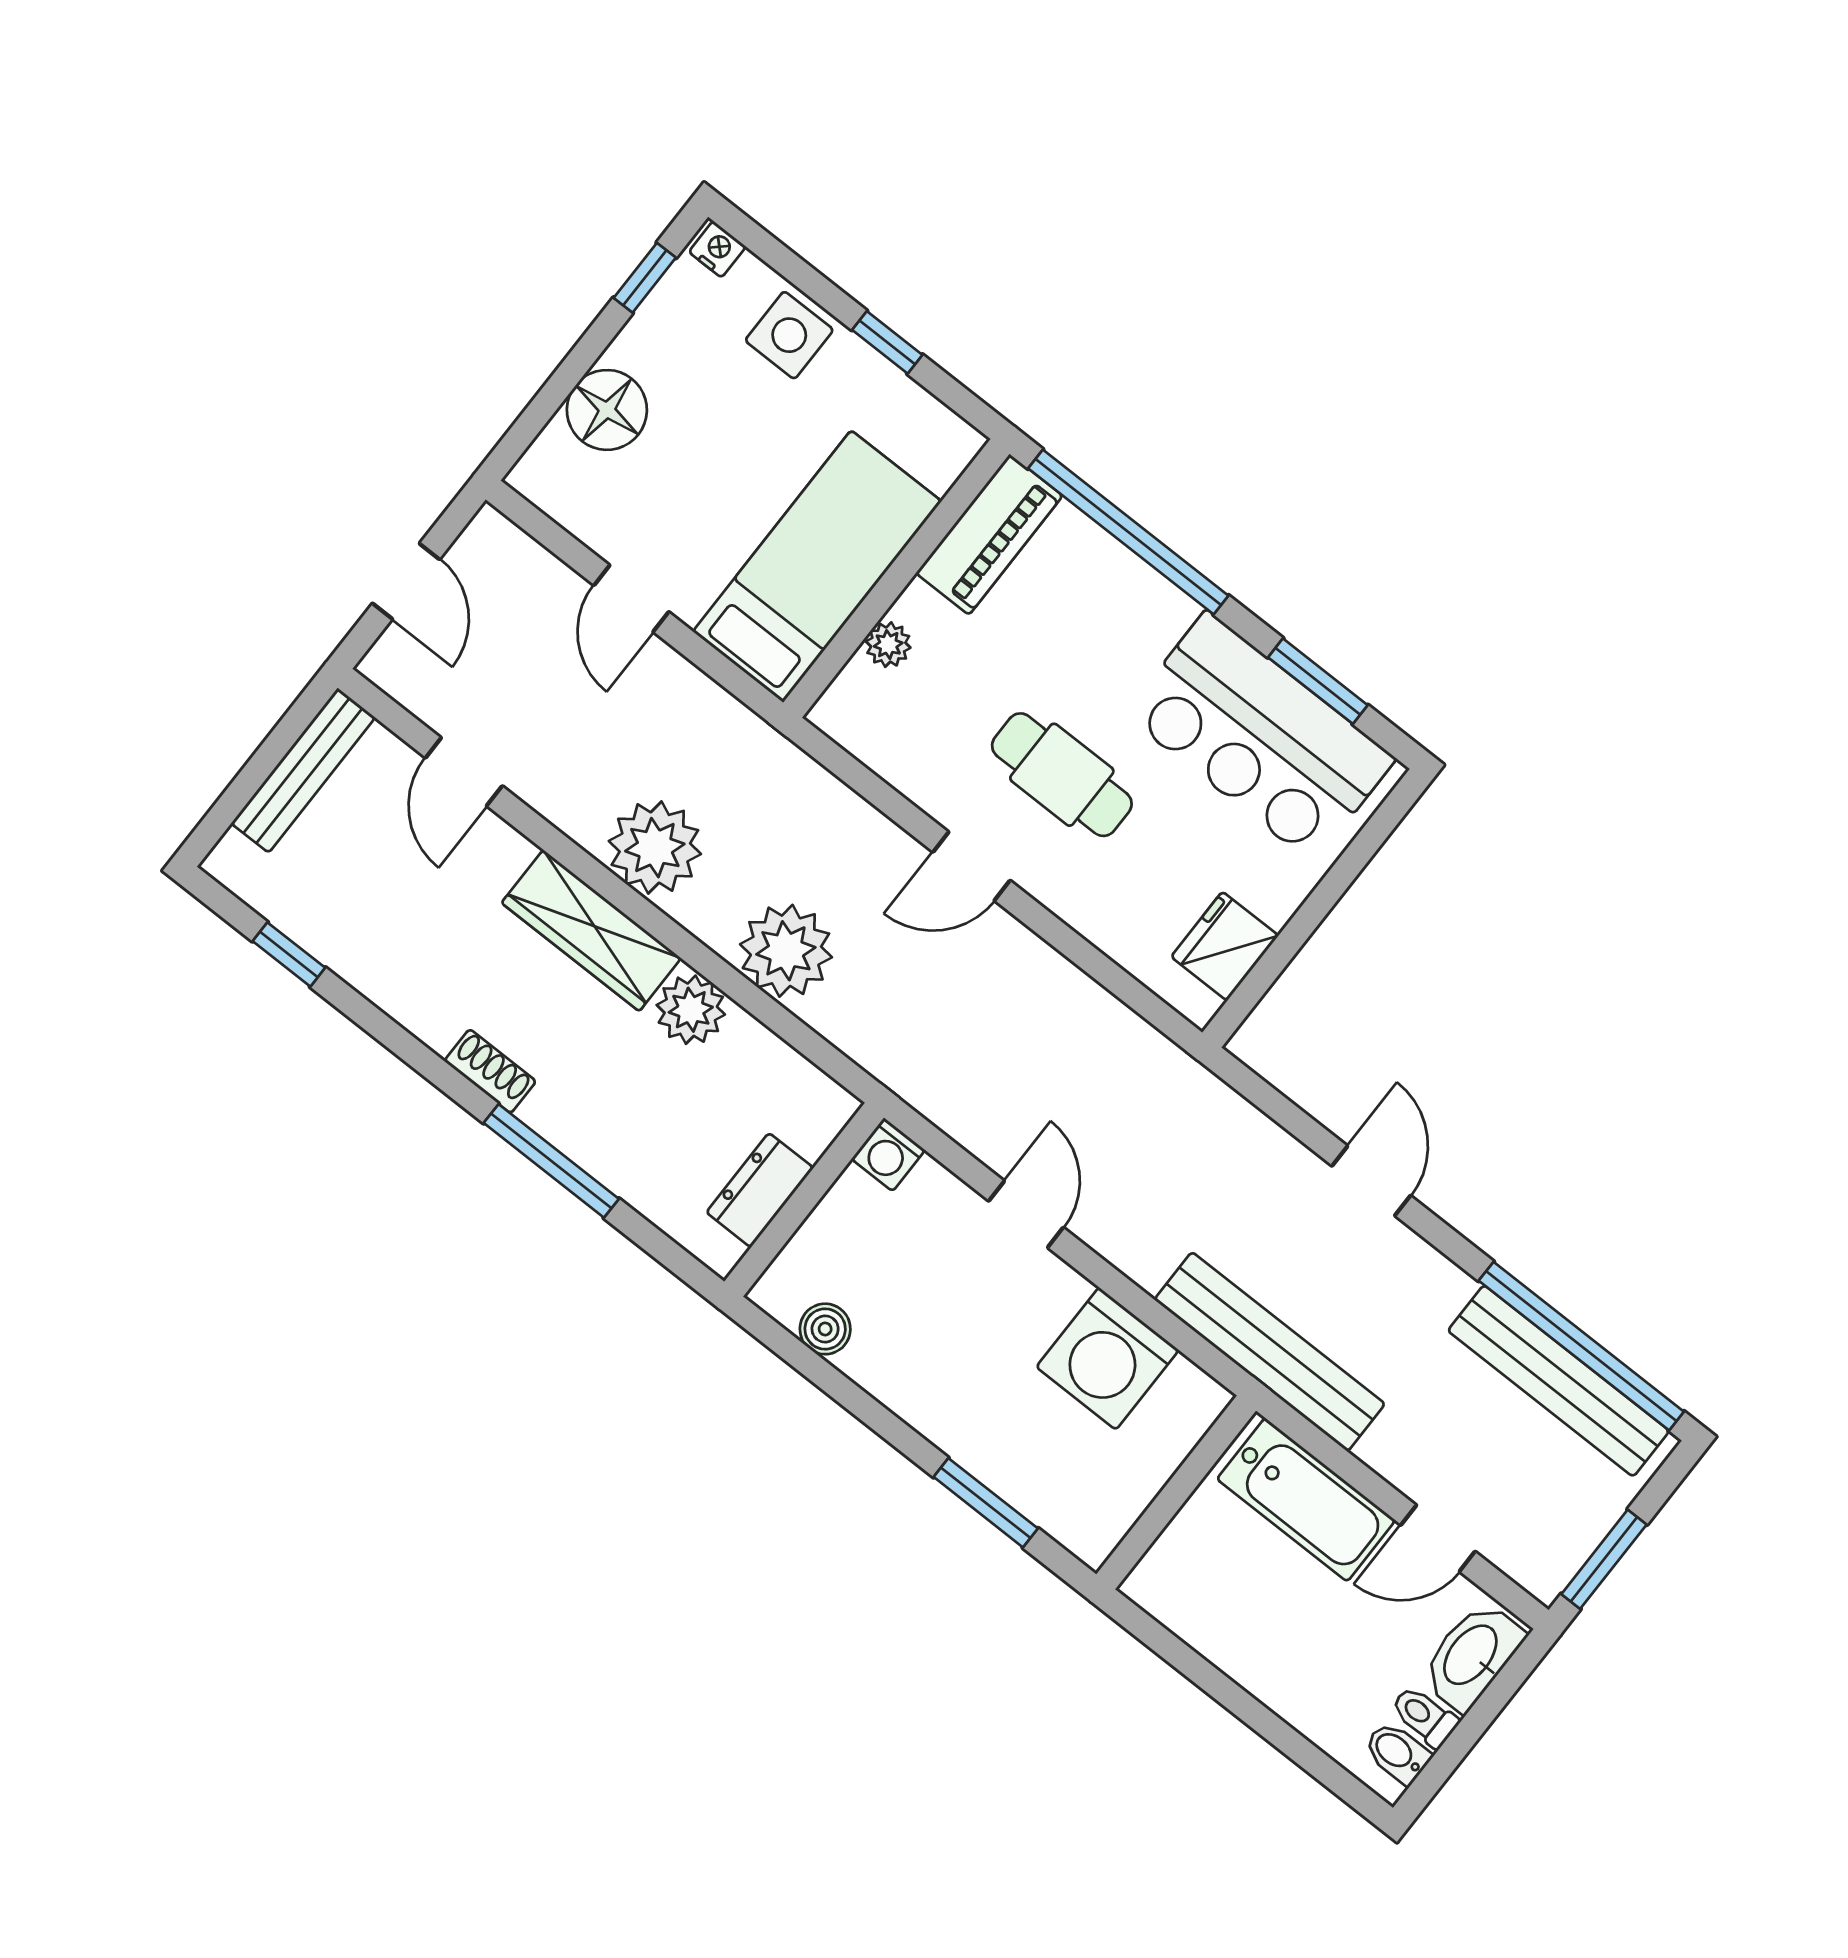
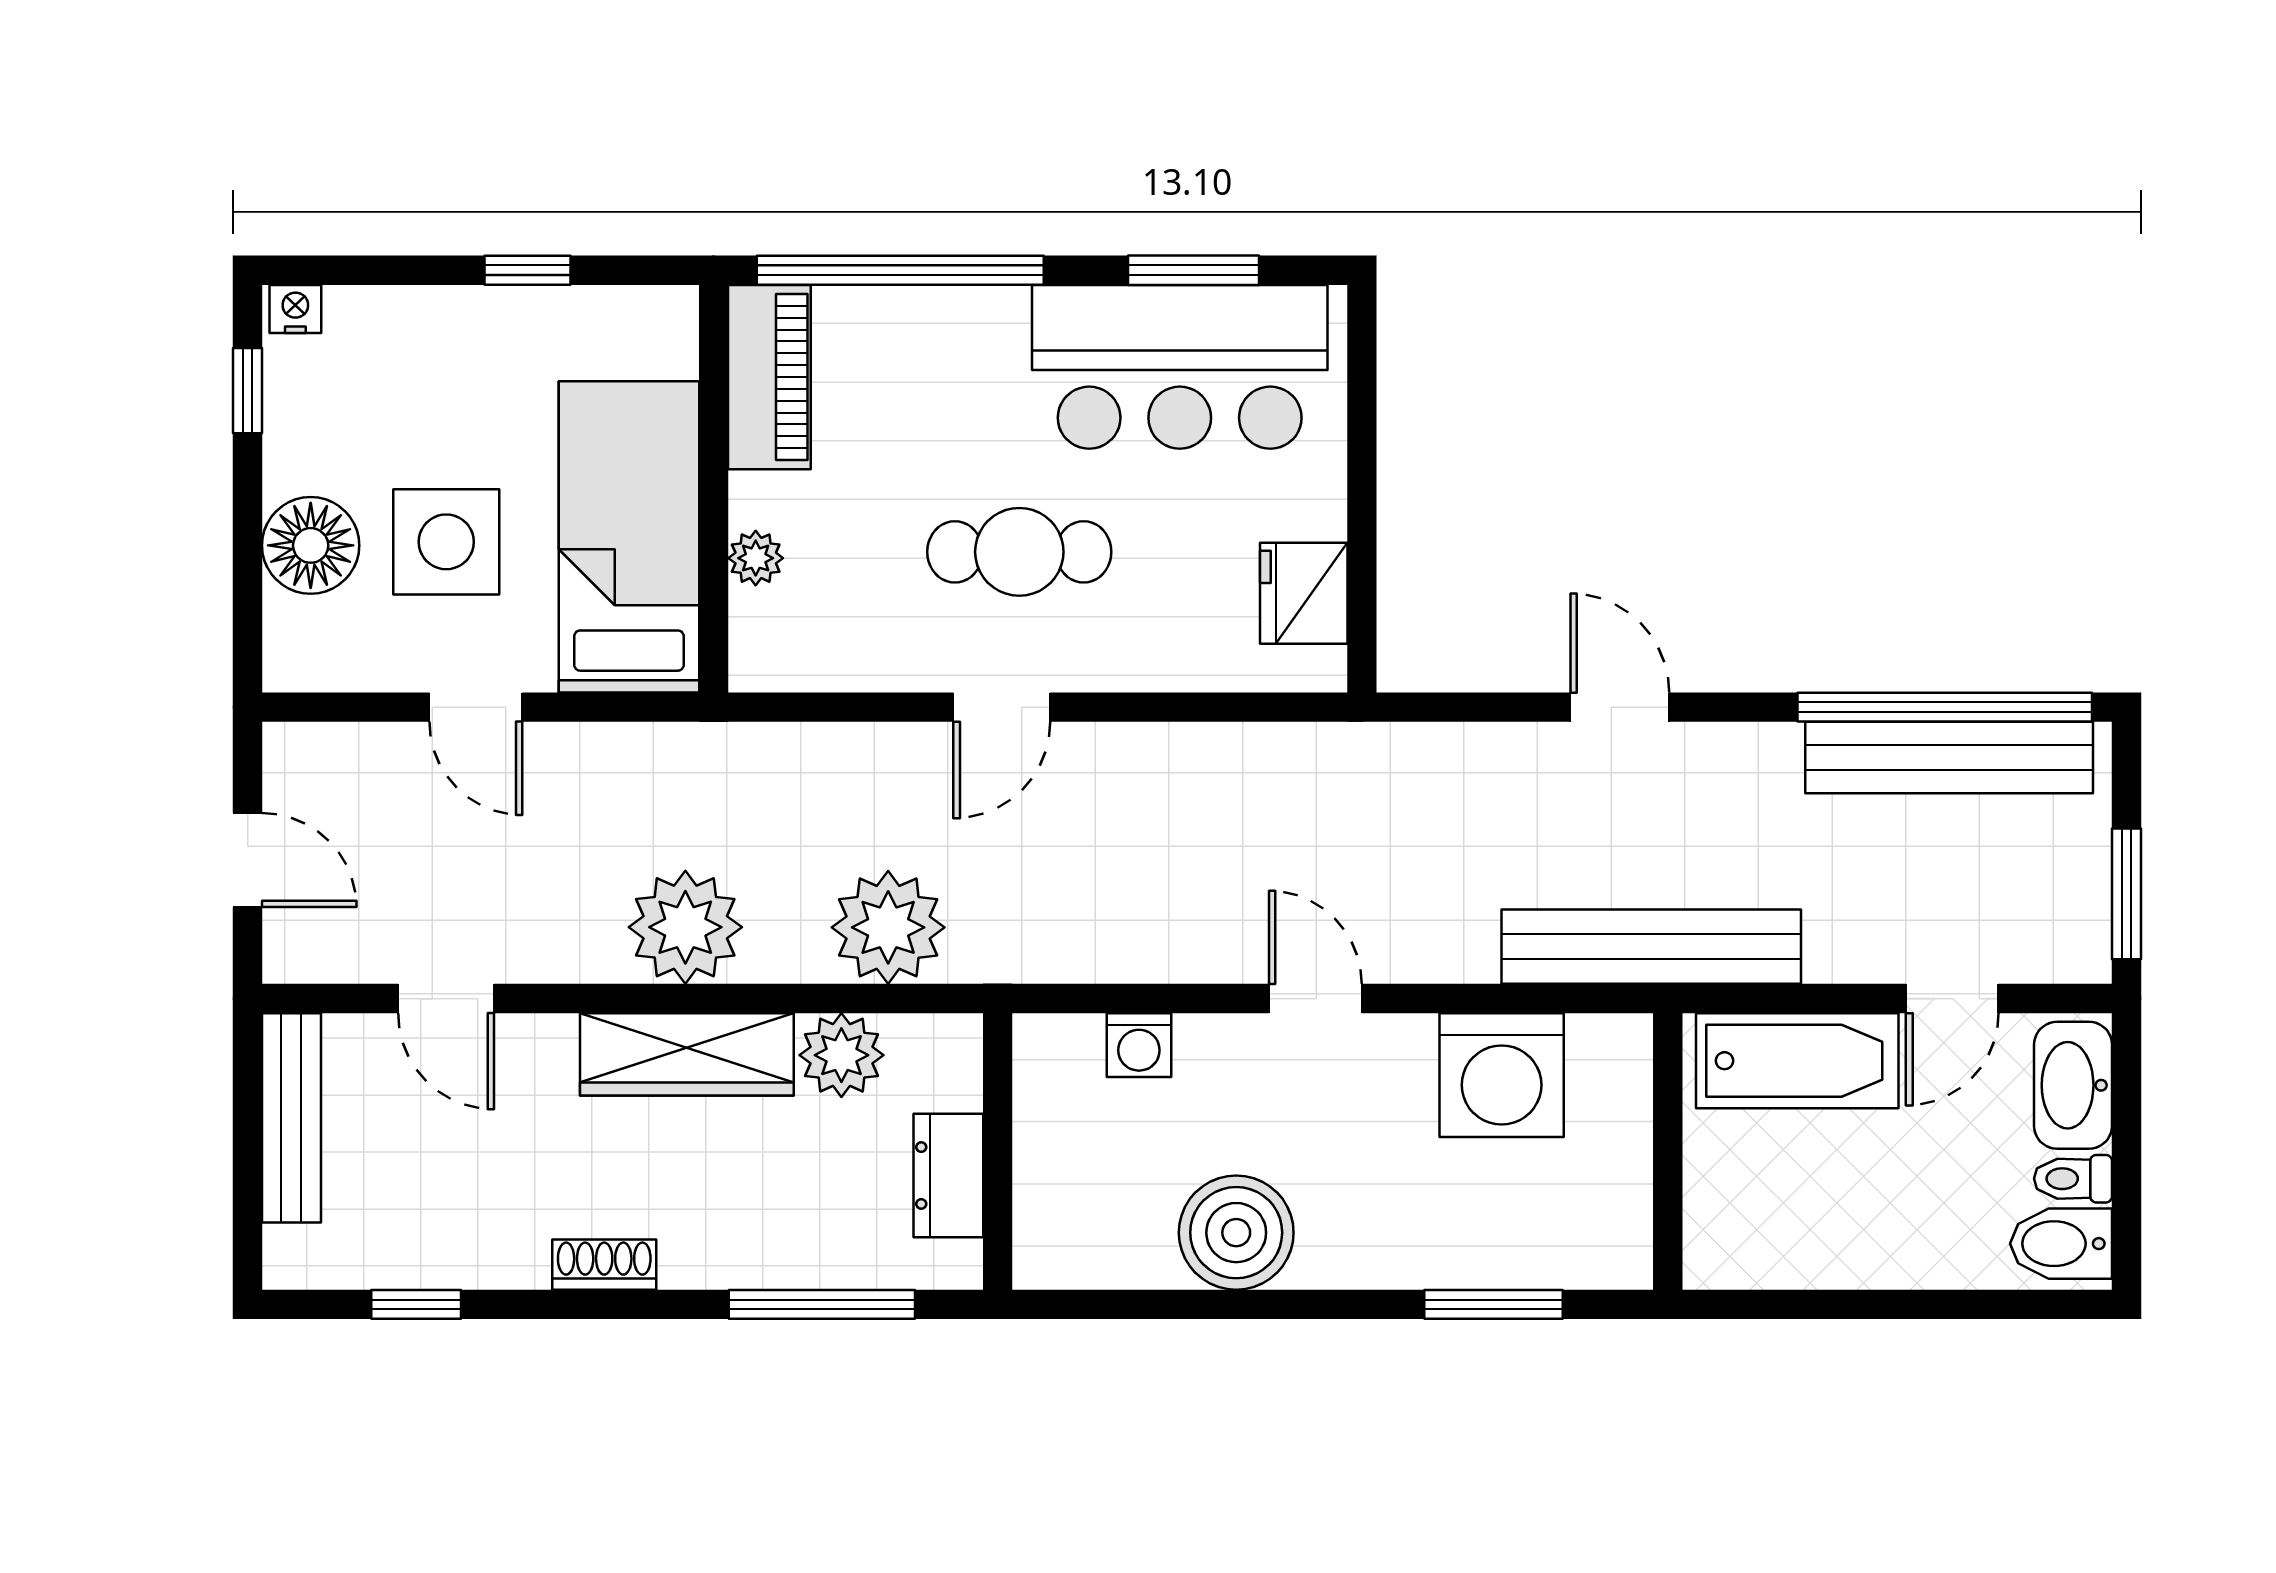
side table: (789, 335) -> (446, 542), moved, width x1.37, depth x1.37
shoe rack: (490, 1071) -> (604, 1265), moved
dresser: (760, 1190) -> (948, 1176), moved
wall: (804, 1200) -> (998, 1151), moved
boiler: (825, 1329) -> (1236, 1233), width x1.86, depth x1.86
bidet: (1397, 1753) -> (2061, 1244), width x1.38, depth x1.36

